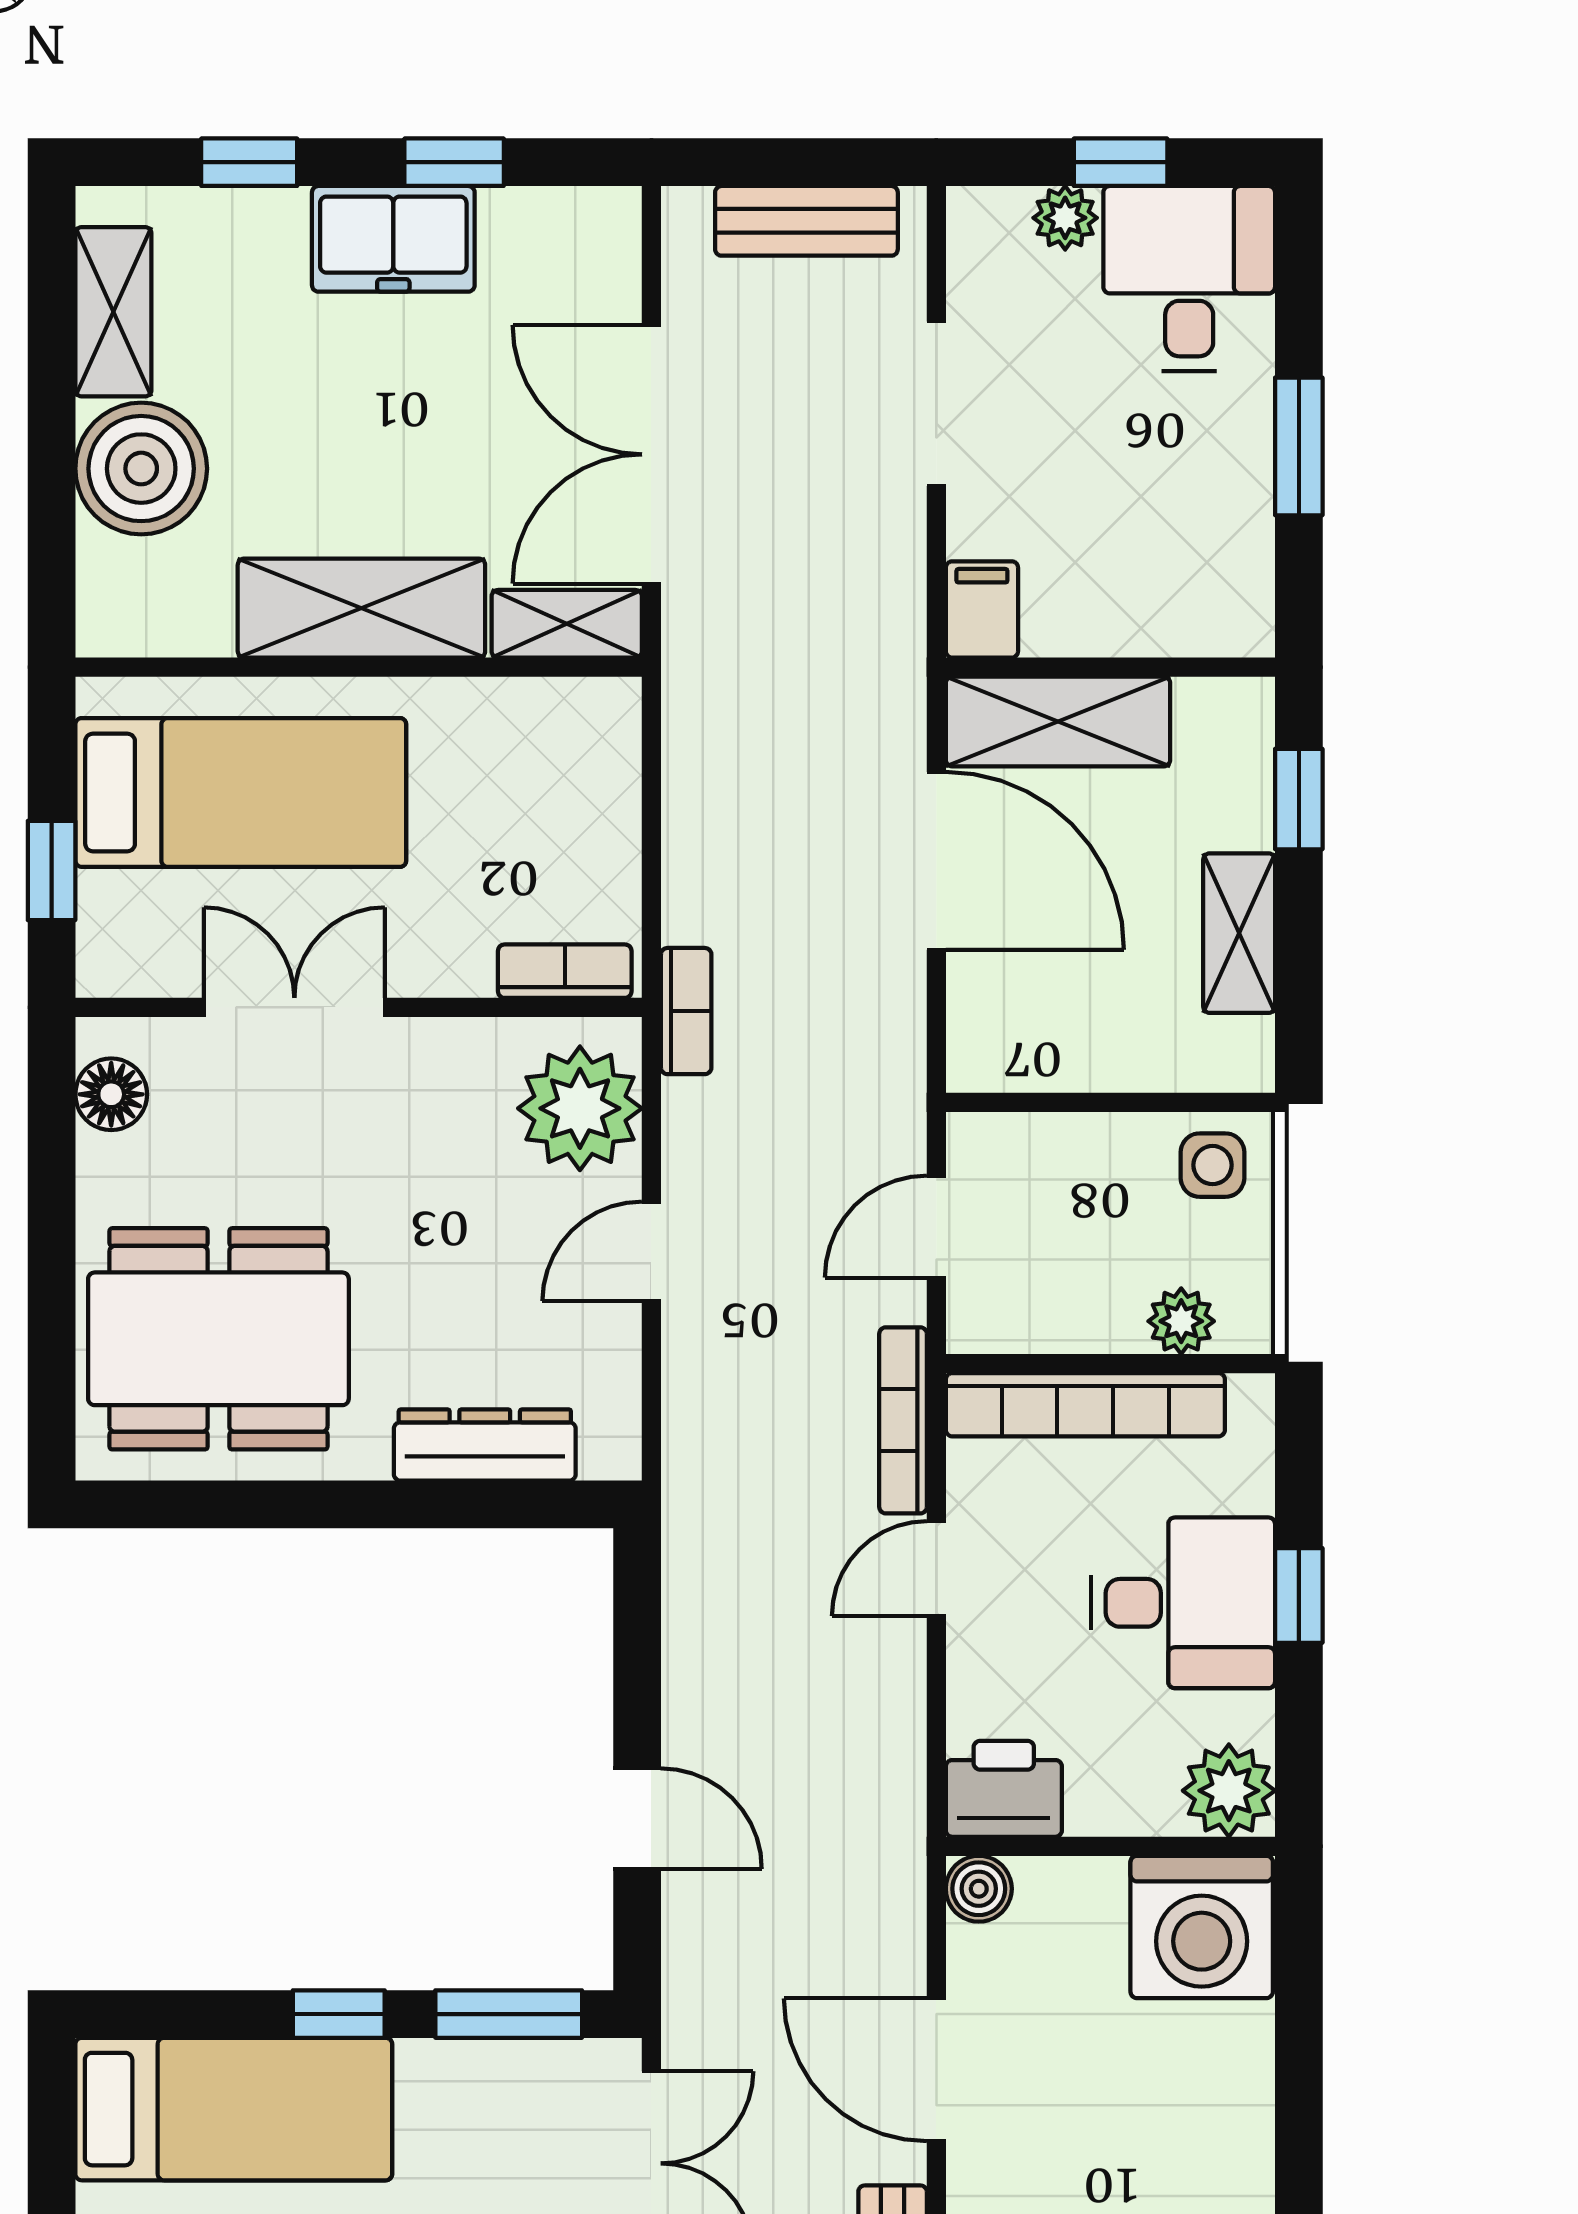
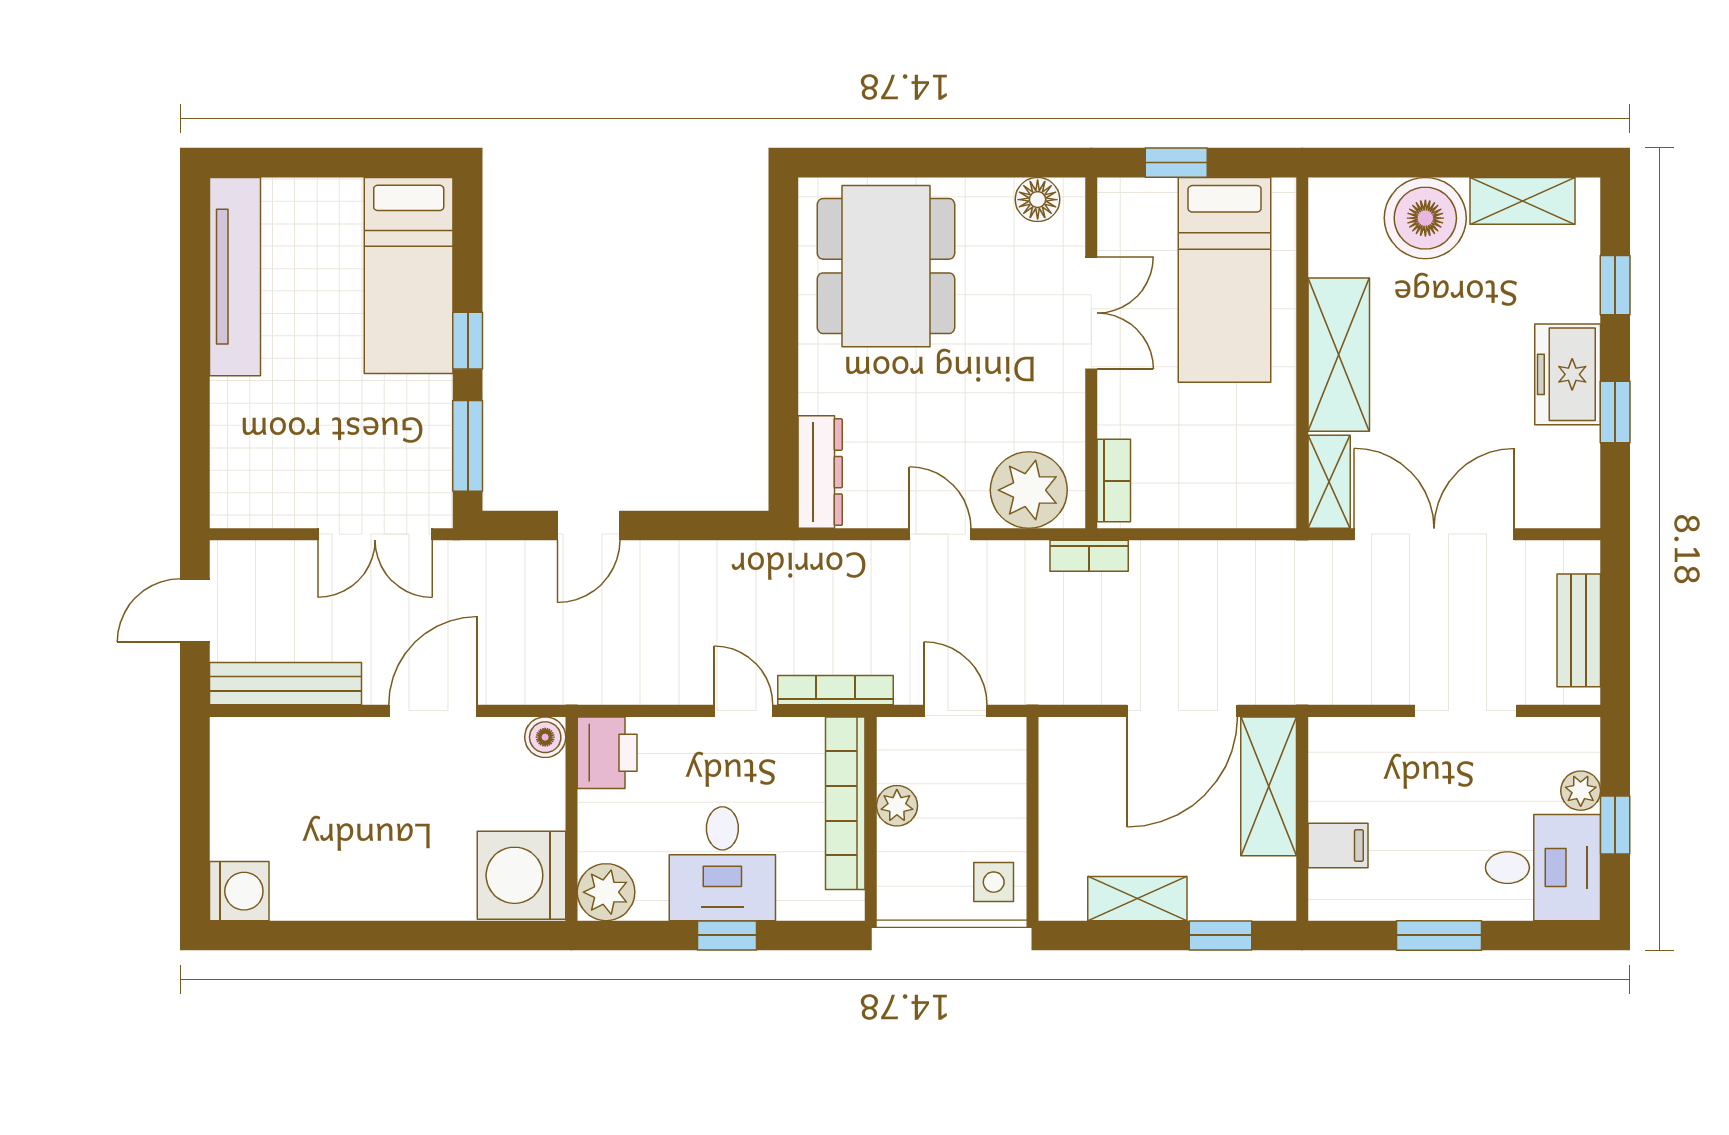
filing cabinet: (982, 609) -> (1338, 846), moved
plant: (1181, 1321) -> (897, 806), moved
dresser: (485, 1445) -> (820, 472), moved

